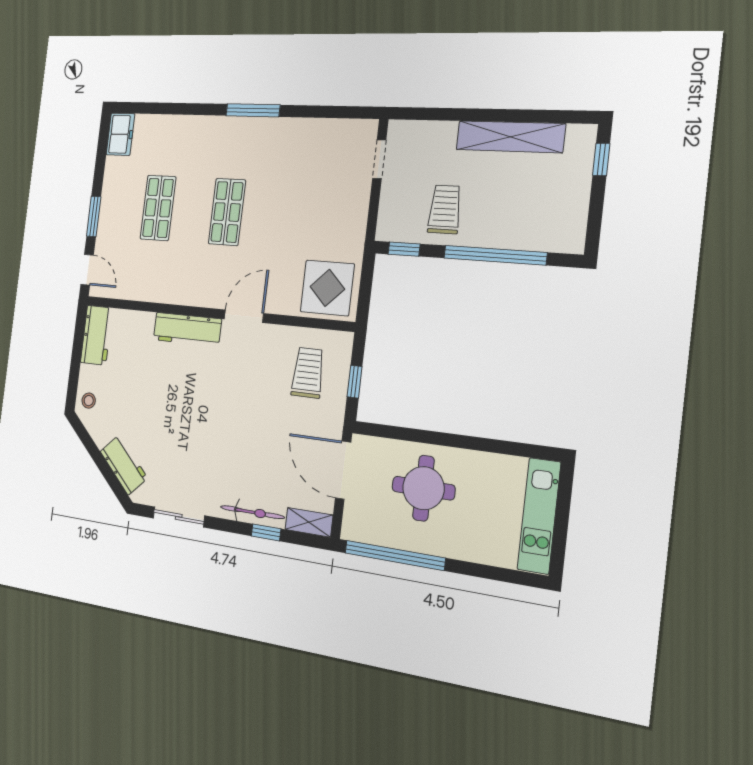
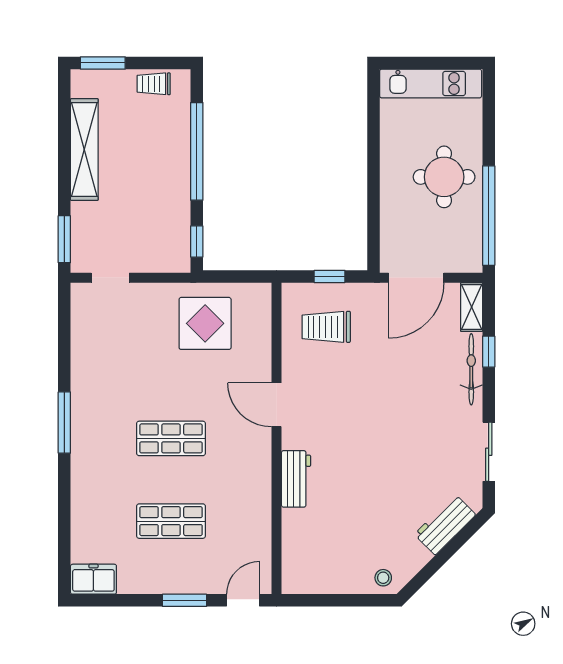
window: (422, 114) -> (64, 239), added
window: (601, 159) -> (103, 63), width x1.50
trolley: (445, 209) -> (154, 84), moved, width x0.73, depth x0.72
display table: (327, 288) -> (205, 323), moved
workbench: (187, 329) -> (296, 479), width x0.73
workbench: (96, 335) -> (313, 578), removed
round table: (423, 488) -> (444, 177), moved

